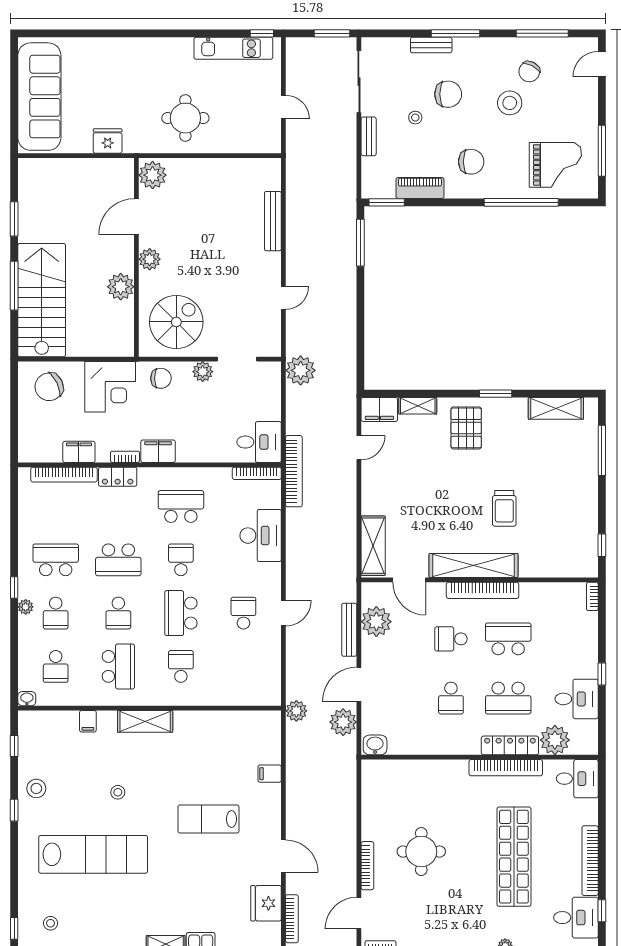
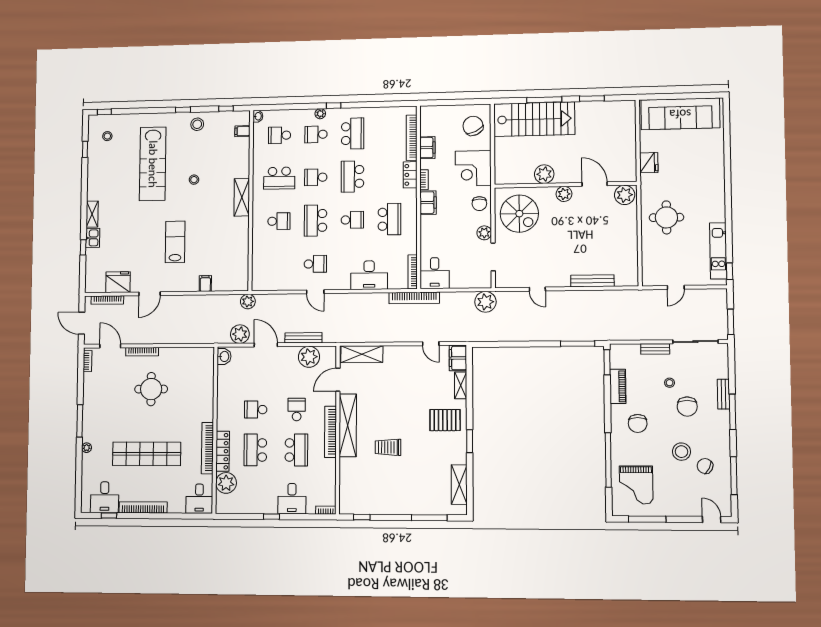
school desk: (181, 613) -> (316, 221), turned -90
desk: (577, 699) -> (292, 499), moved
filing cabinet: (88, 721) -> (242, 131), moved

